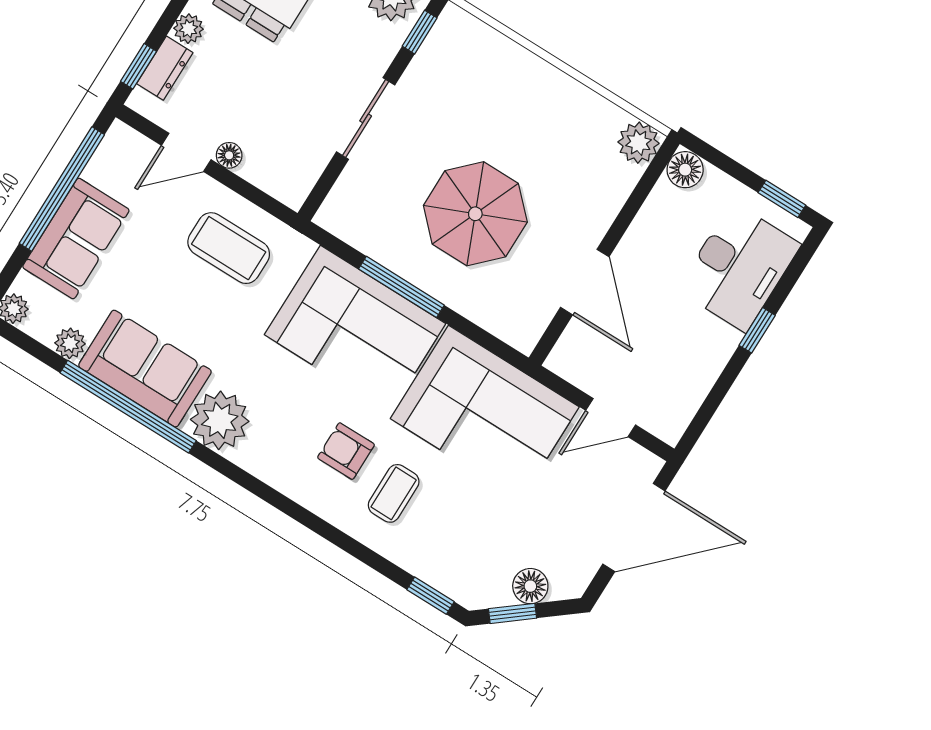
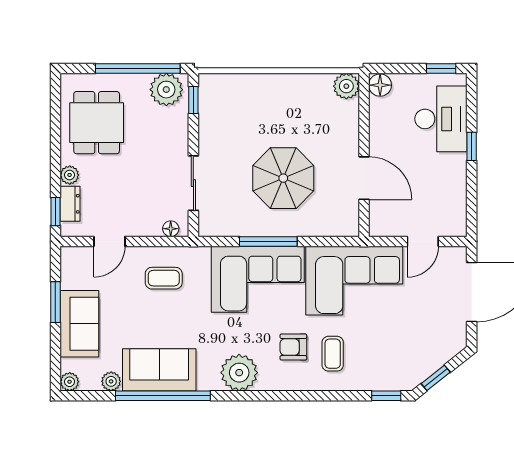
sliding door: (366, 118) -> (193, 183), moved
floor lamp: (229, 155) -> (171, 229), moved
window: (62, 189) -> (55, 302), width x0.47
coffee table: (229, 248) -> (164, 278), width x0.73, depth x0.77
plant: (220, 420) -> (239, 373), moved
floor lamp: (530, 586) -> (436, 358), removed

